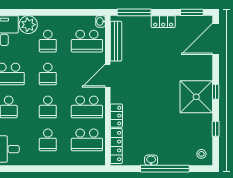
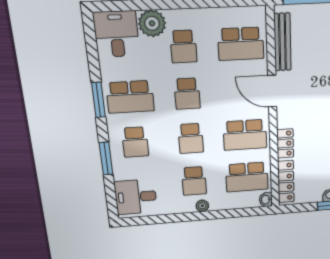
washbasin: (101, 21) -> (266, 200), moved
door: (108, 76) -> (272, 91), hinge flipped
plant: (53, 160) -> (202, 206), added

